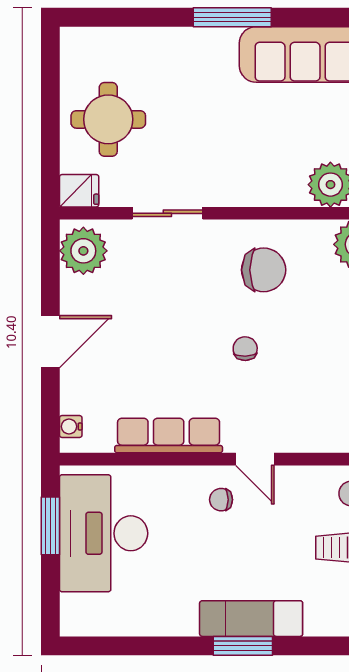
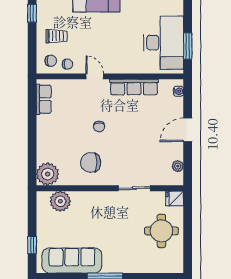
plant: (83, 251) -> (178, 166), width x0.53, depth x0.53
chair: (221, 500) -> (68, 64), moved

